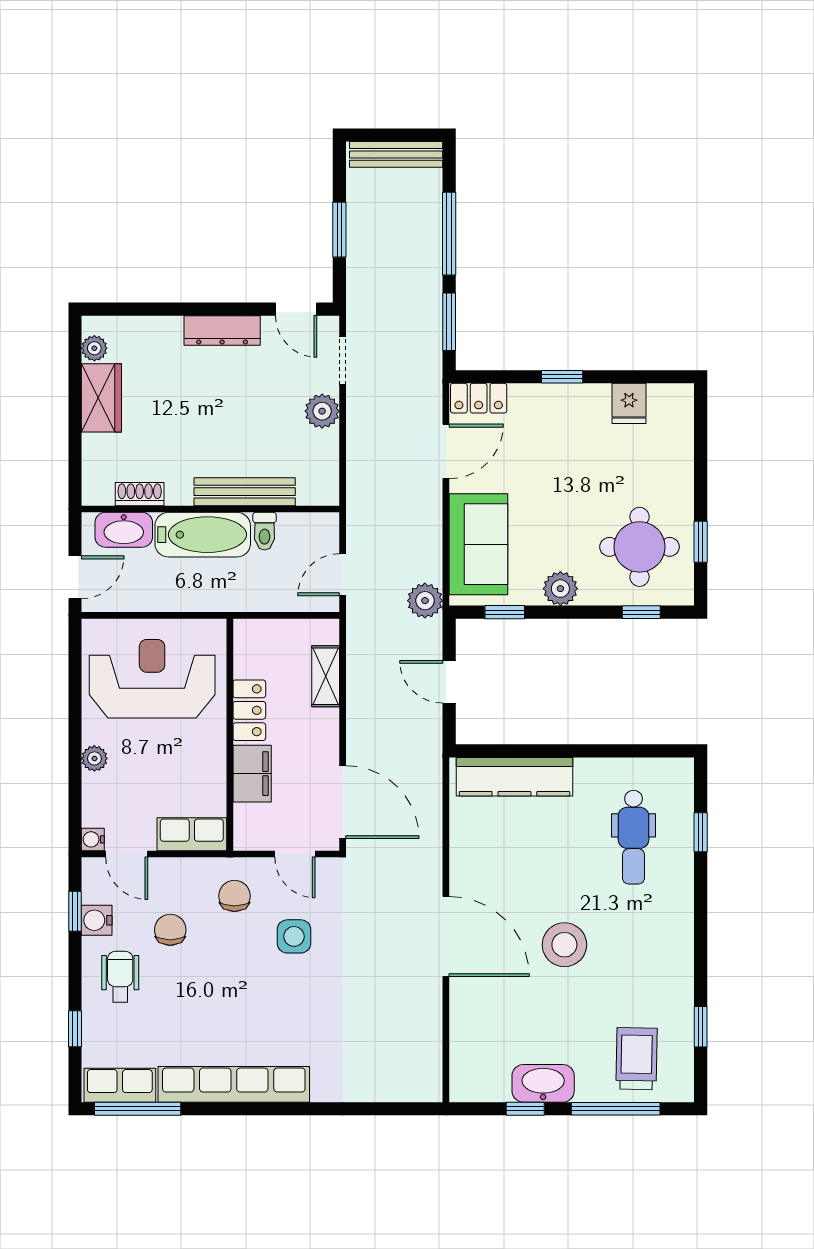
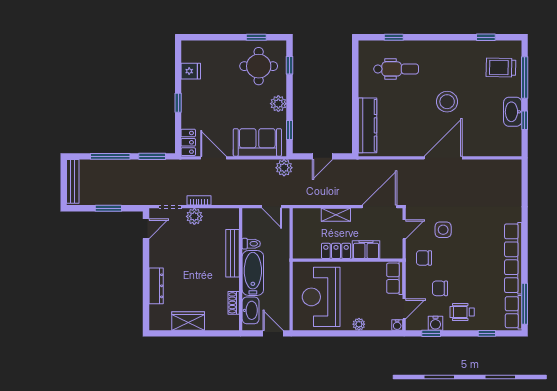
dresser: (222, 330) -> (156, 286), moved
plant: (94, 348) -> (165, 324), removed
bookcase: (356, 421) -> (199, 200), added
shelving: (326, 676) -> (336, 215), moved

